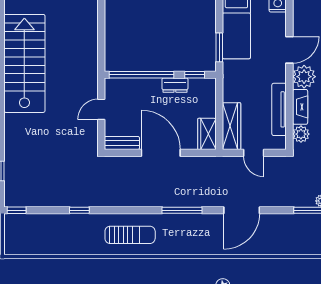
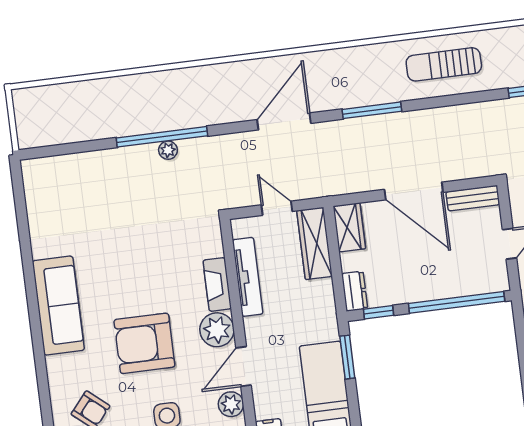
dresser: (175, 85) -> (355, 291), moved, turned 90
plant: (301, 134) -> (231, 404), moved

